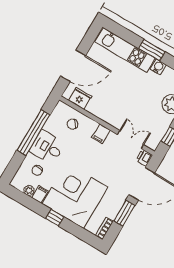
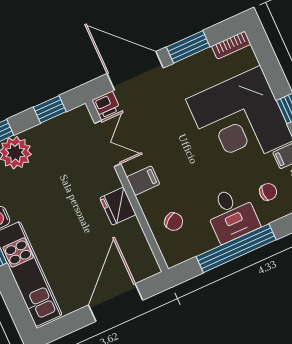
door: (73, 66) -> (116, 303), hinge flipped
fridge: (80, 98) -> (118, 206), moved
double door: (130, 140) -> (108, 144), swing flipped

